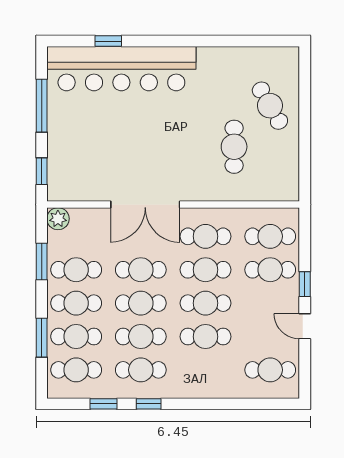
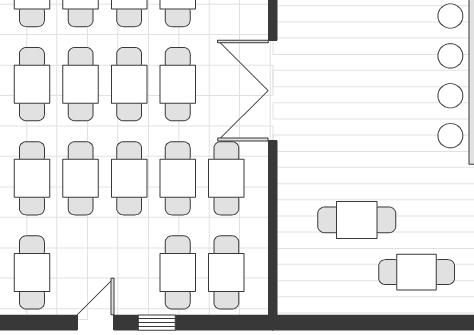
cafe table: (270, 106) -> (417, 272), turned 30
cafe table: (205, 370) -> (32, 178), added

